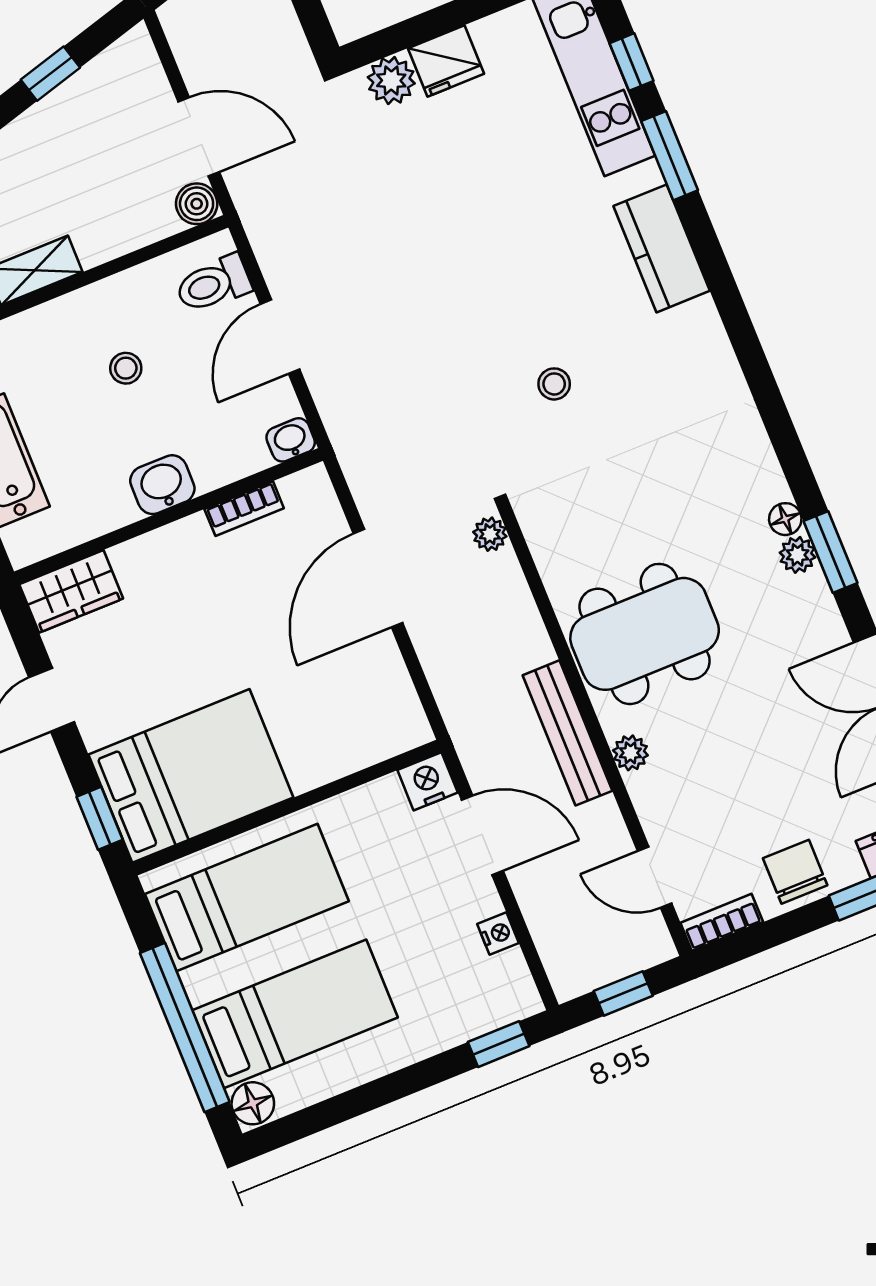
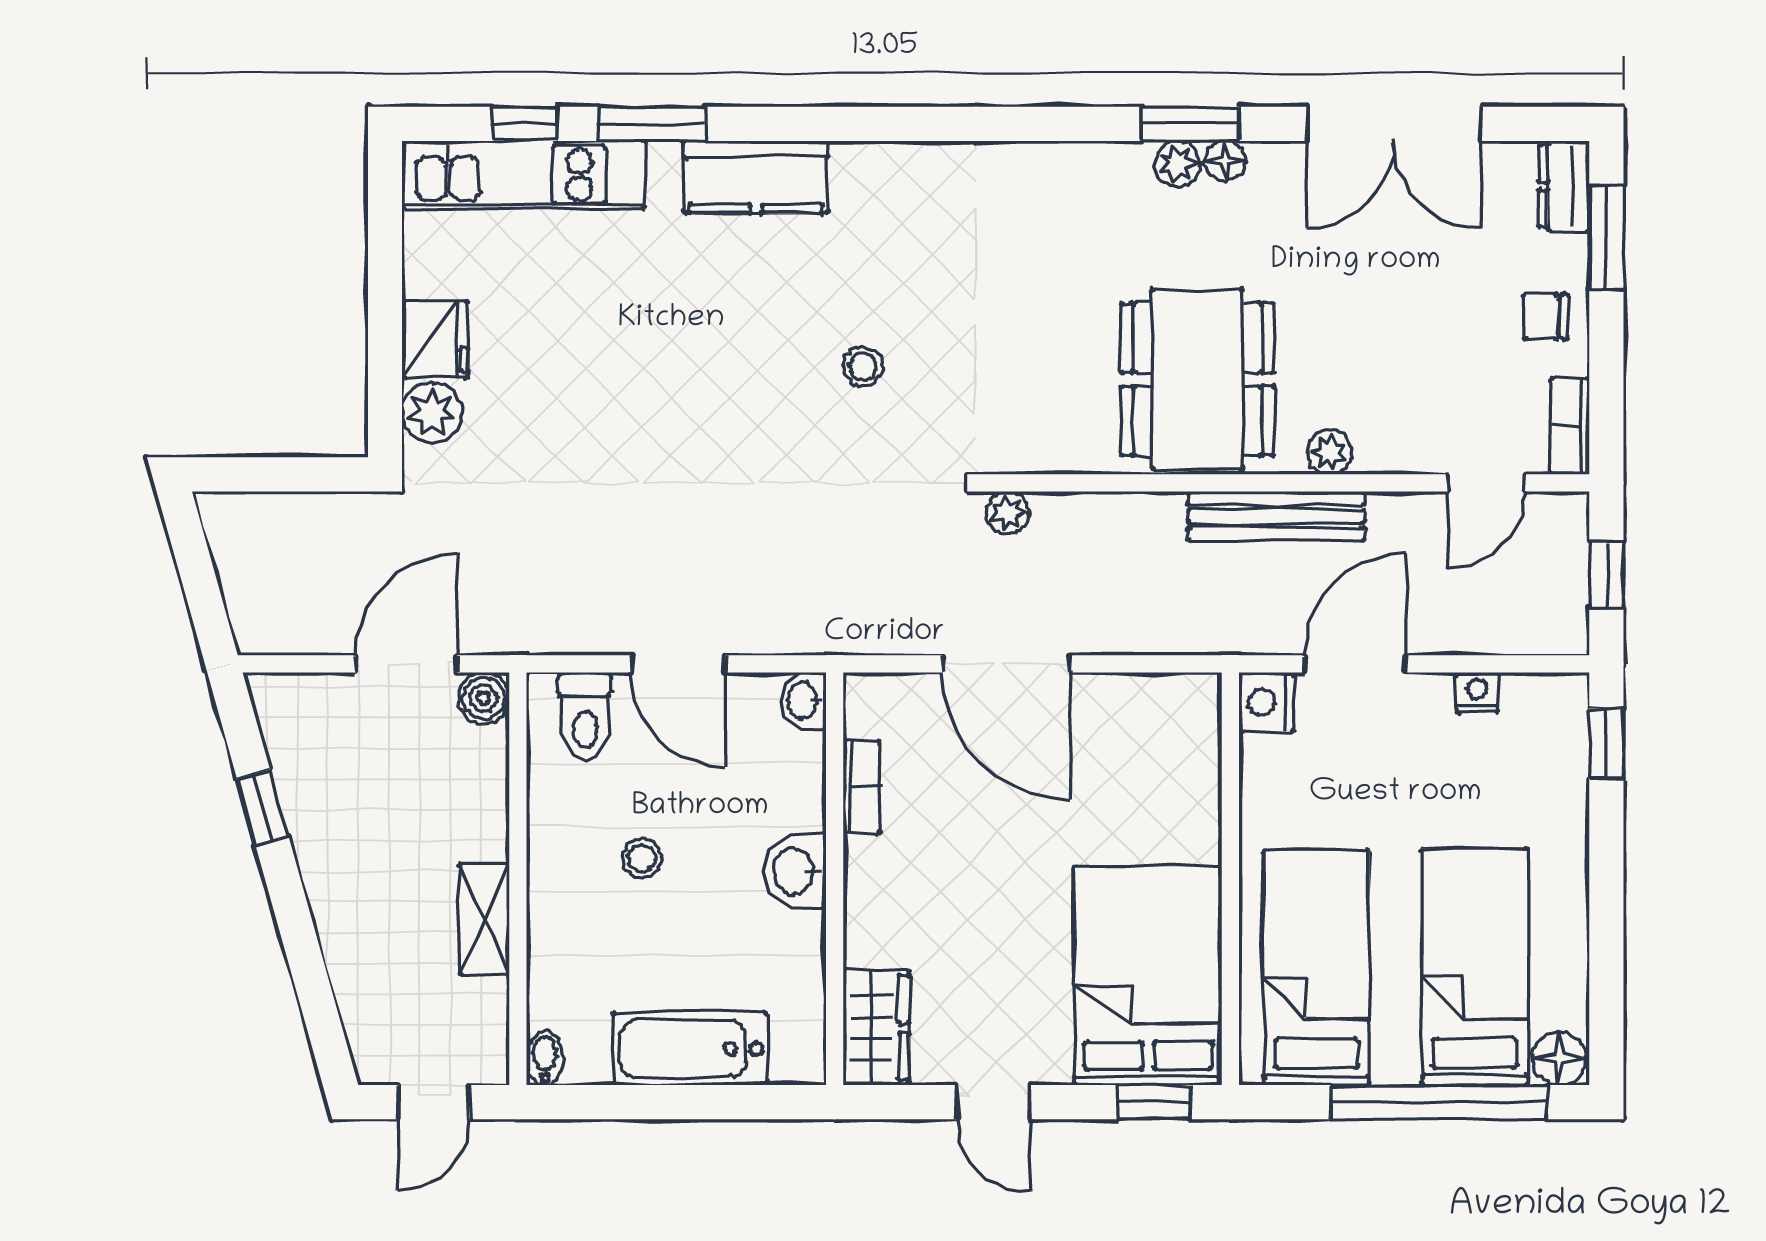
floor lamp: (785, 519) -> (1225, 161), moved
chair: (795, 872) -> (1546, 316), width x0.73, depth x0.73

